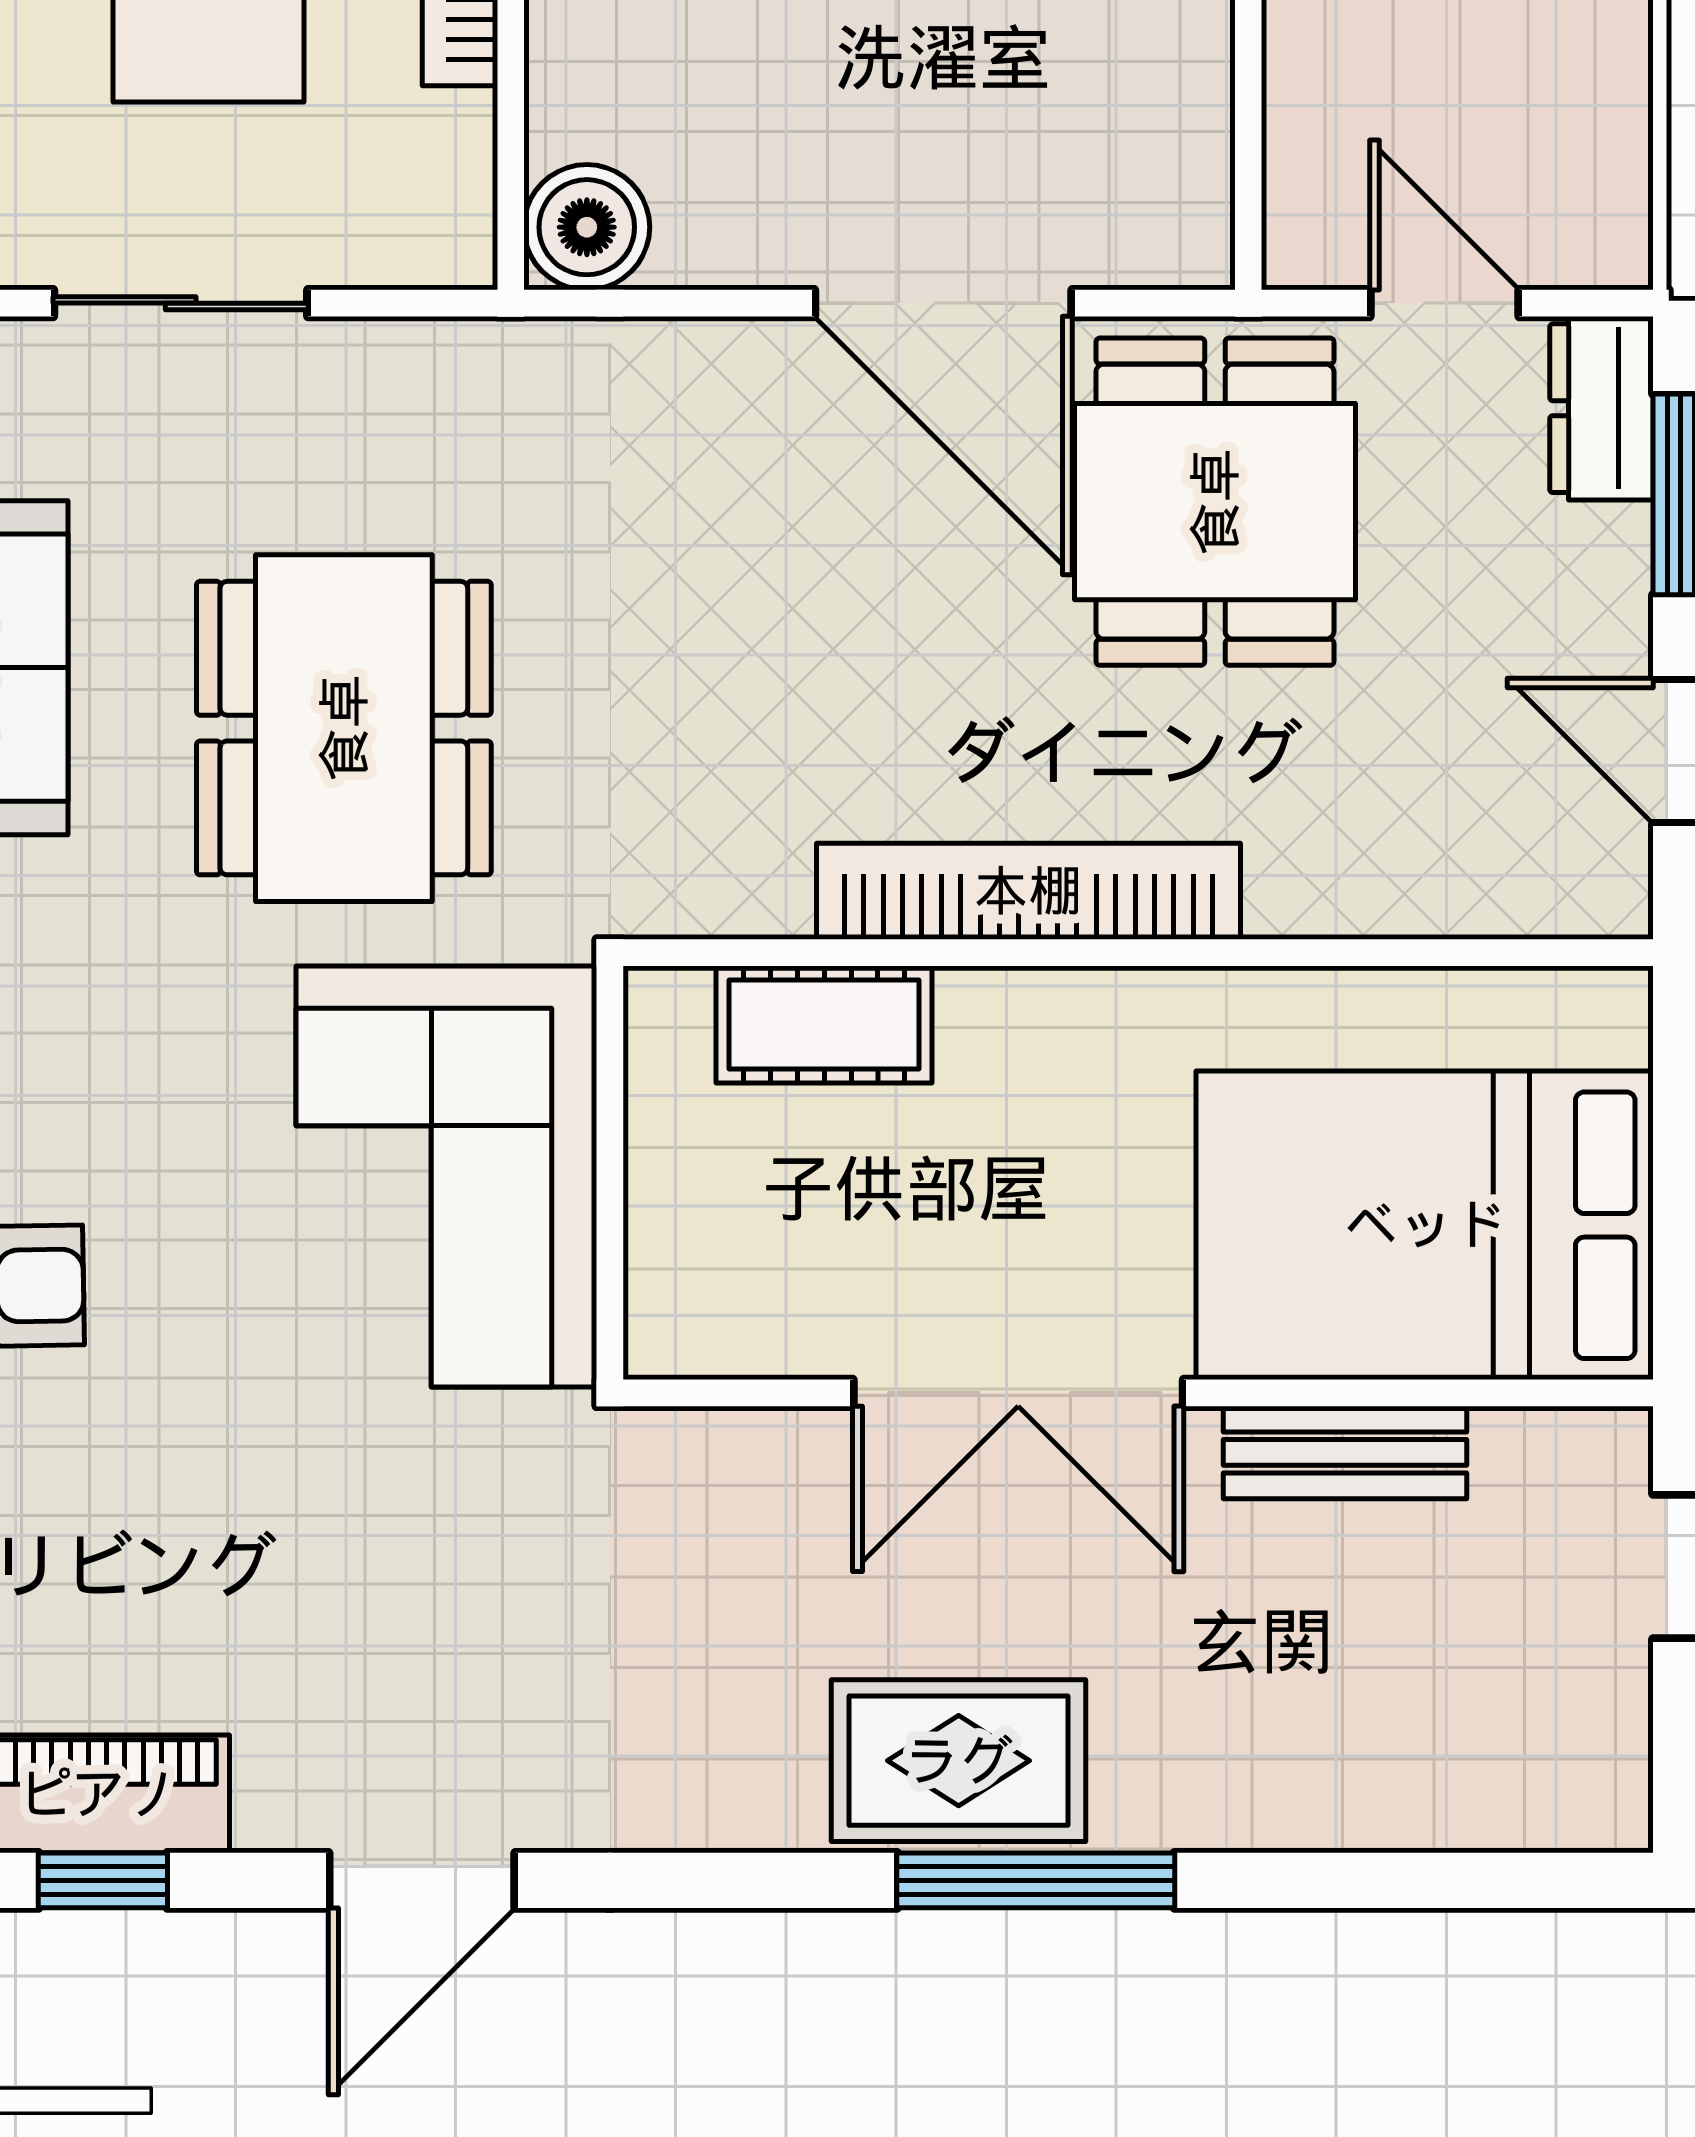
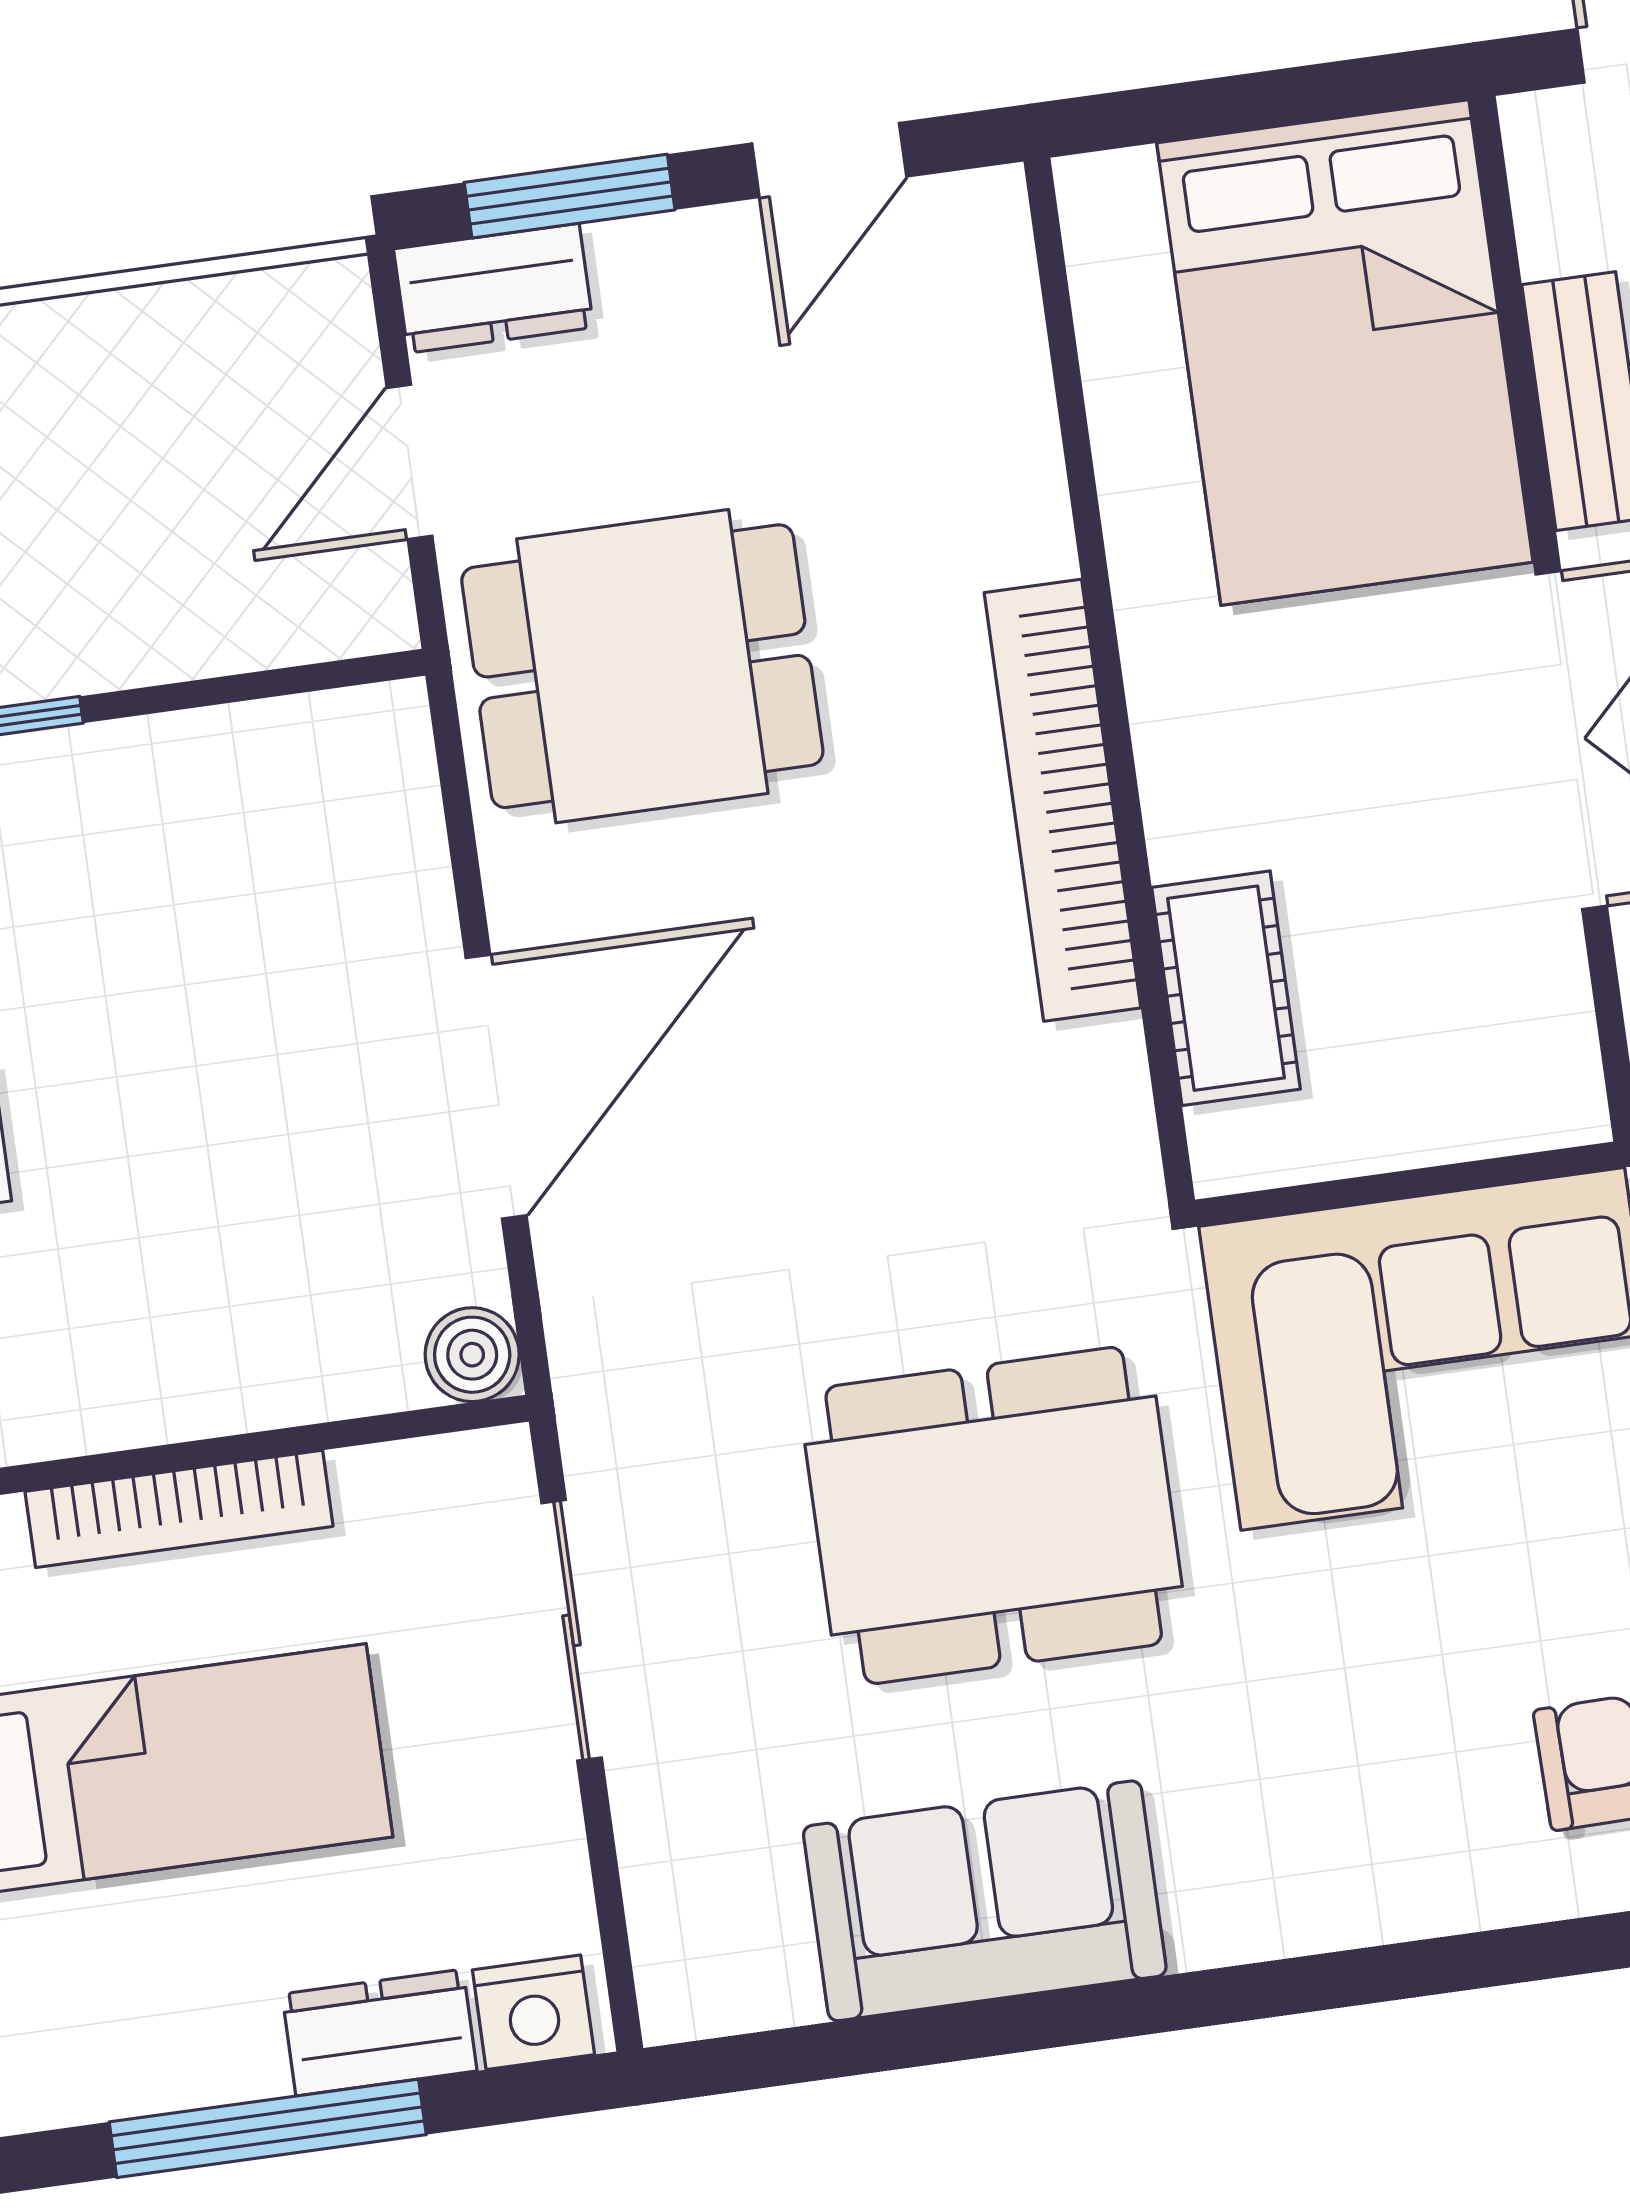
boiler: (587, 227) -> (472, 1355), width x0.73, depth x0.73
sliding door: (181, 303) -> (572, 1630), moved
door: (943, 303) -> (496, 1087), moved

